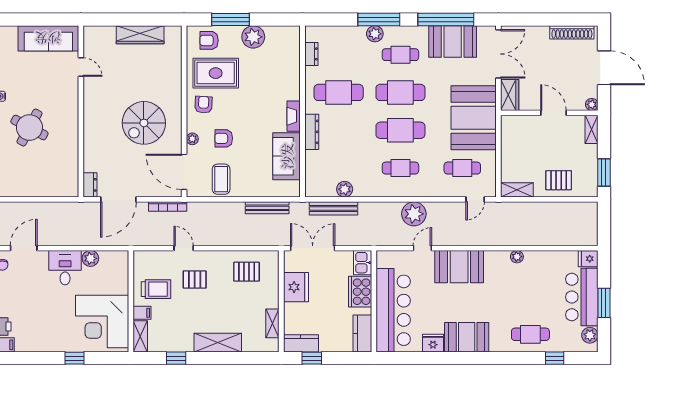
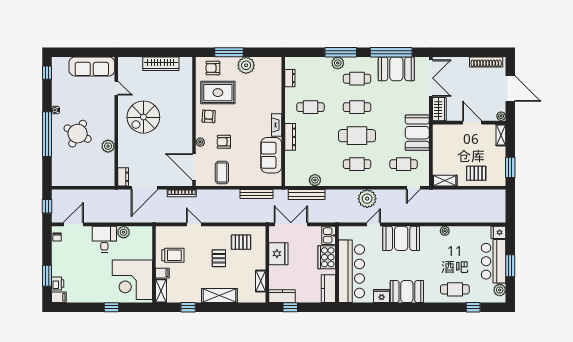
cafe table: (339, 92) -> (310, 107), width x0.73, depth x0.74
cafe table: (400, 92) -> (357, 107), width x0.73, depth x0.74
booth: (474, 118) -> (417, 133), width x0.73, depth x0.70
spiral stairs: (144, 123) -> (143, 117), moved
plant: (70, 144) -> (108, 146), added
pallet: (195, 280) -> (219, 258), moved, turned 90

